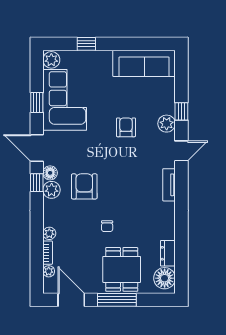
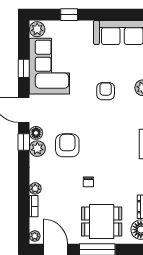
dining table: (122, 269) -> (102, 222), turned 90
plant: (49, 271) -> (35, 236), moved

